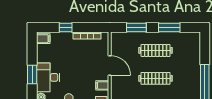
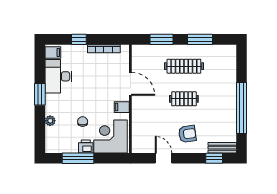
desk: (48, 77) -> (58, 76), moved
clothes rail: (156, 78) -> (184, 99), width x0.73

